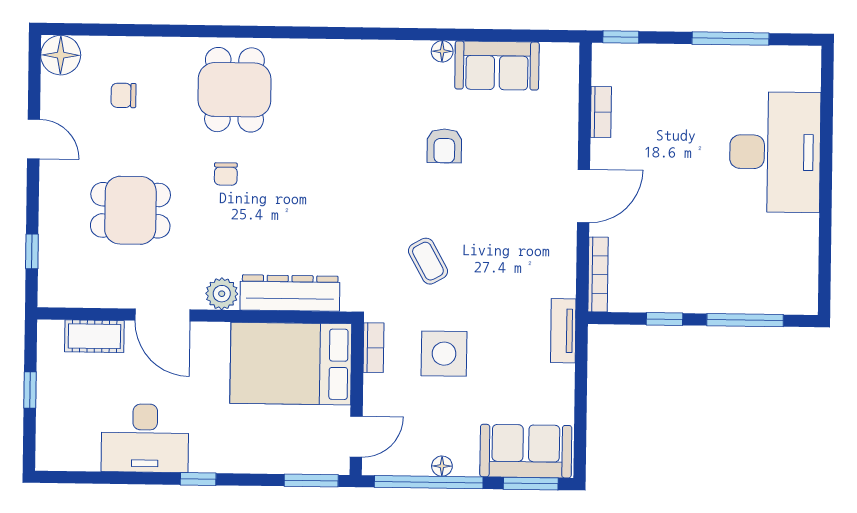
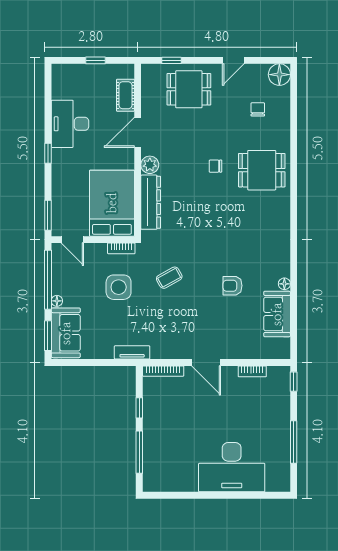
dining table: (130, 210) -> (189, 89), moved, turned 90
floor lamp: (442, 466) -> (57, 301), moved

